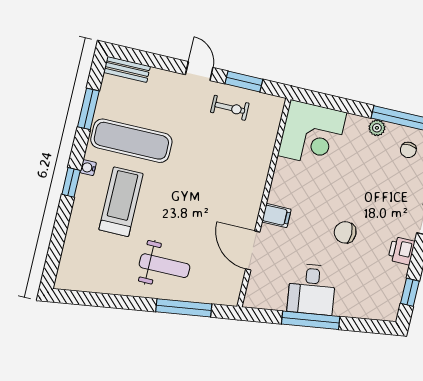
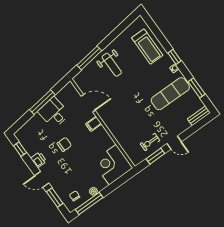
treadmill: (121, 202) -> (147, 47), moved
weight bench: (165, 266) -> (112, 65), turned -90

